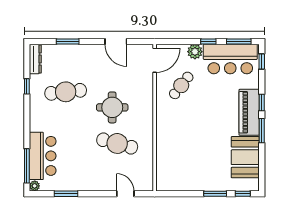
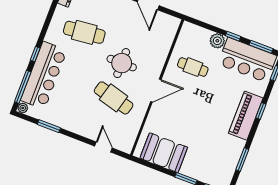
door: (155, 60) -> (156, 91), moved
cafe table: (181, 85) -> (193, 67), turned 52
window: (27, 86) -> (35, 54), moved
window: (262, 131) -> (242, 160), moved
bar counter: (43, 156) -> (44, 75), width x1.36
booth: (245, 157) -> (164, 153), moved, turned 90

